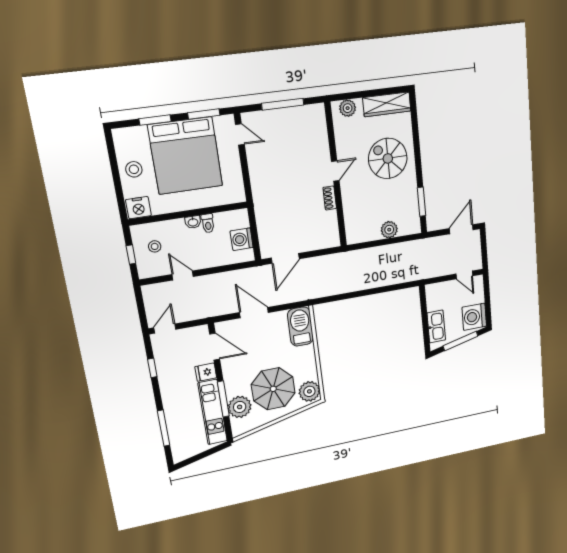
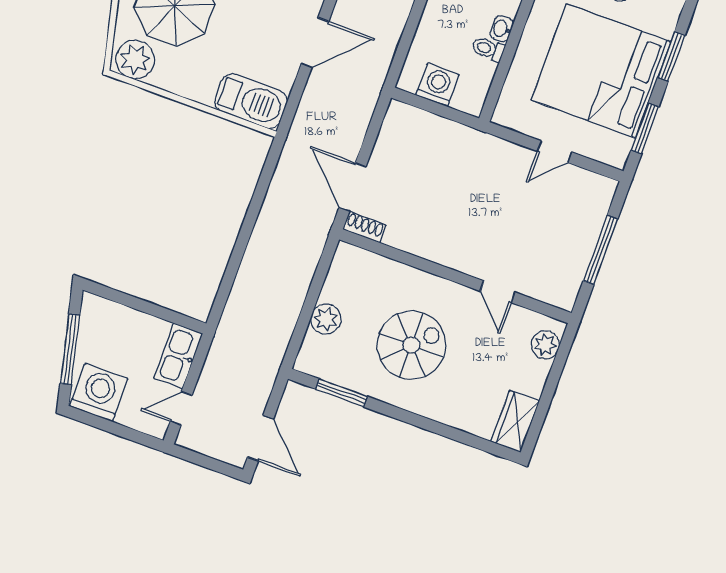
wardrobe: (387, 104) -> (515, 421), width x0.67
door: (240, 134) -> (555, 152), moved
spiral stairs: (388, 158) -> (411, 345), moved
door: (335, 171) -> (497, 292), moved
shoe rack: (330, 198) -> (364, 227), moved
door: (285, 258) -> (352, 187), moved
kitchen sink: (436, 326) -> (178, 356), moved, turned 90

